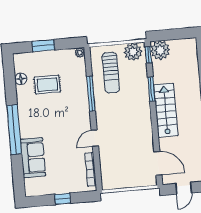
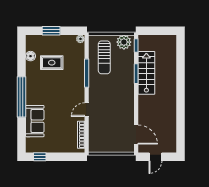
plant: (160, 50) -> (146, 43), removed
stairs: (166, 110) -> (146, 73), moved
window: (63, 199) -> (40, 157), moved

